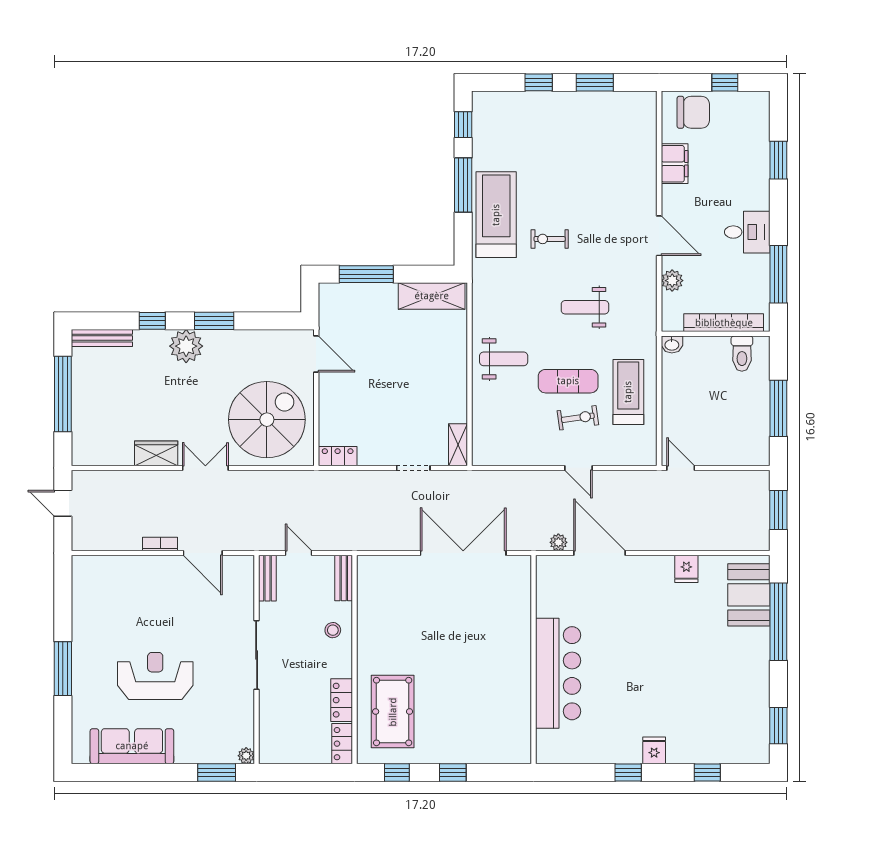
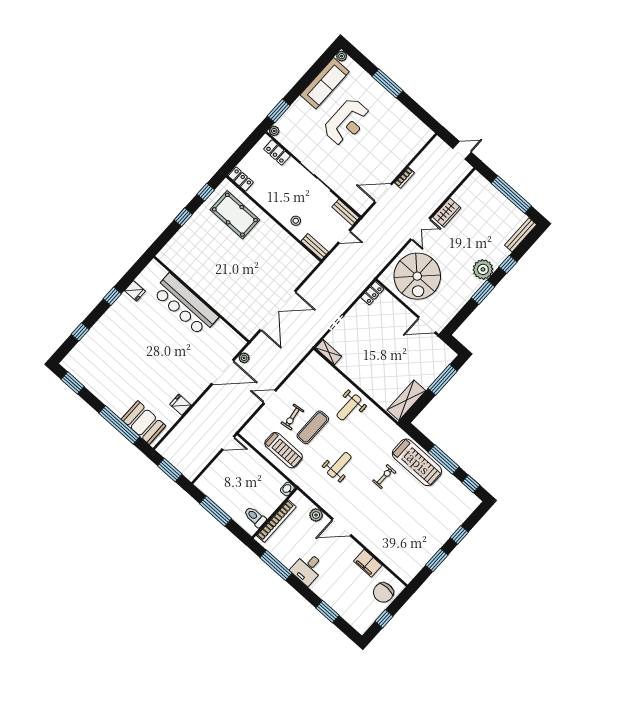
locker: (342, 700) -> (277, 152), moved, turned 180
fridge: (654, 750) -> (135, 291), moved
plant: (80, 755) -> (342, 56), added

